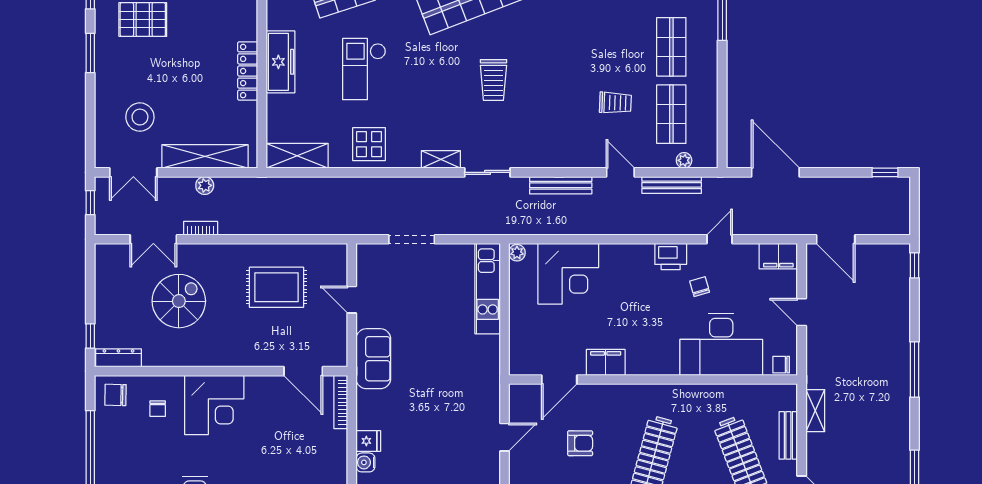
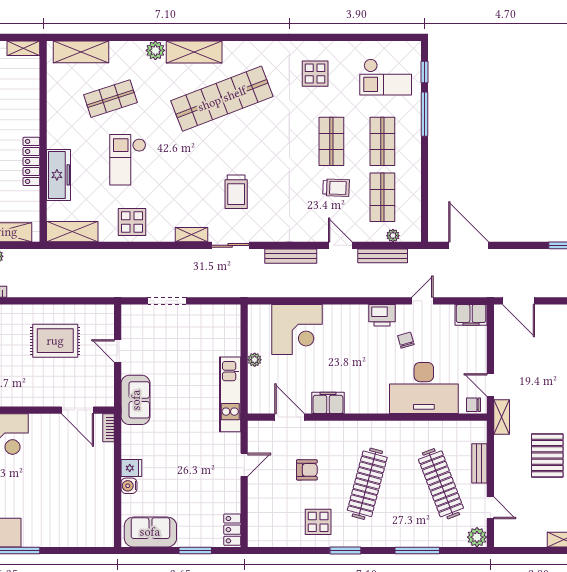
shop shelf: (610, 47) -> (331, 141), added
freezer: (280, 62) -> (58, 175), moved
trolley: (493, 80) -> (236, 192), moved
plant: (517, 253) -> (255, 360), moved
kitchen unit: (488, 289) -> (230, 394), moved
door: (802, 312) -> (490, 385), moved
door: (559, 379) -> (290, 417), swing flipped
bookcase: (341, 402) -> (109, 428), width x0.64
shelving: (815, 411) -> (502, 417), moved
pallet: (870, 426) -> (547, 456), added

